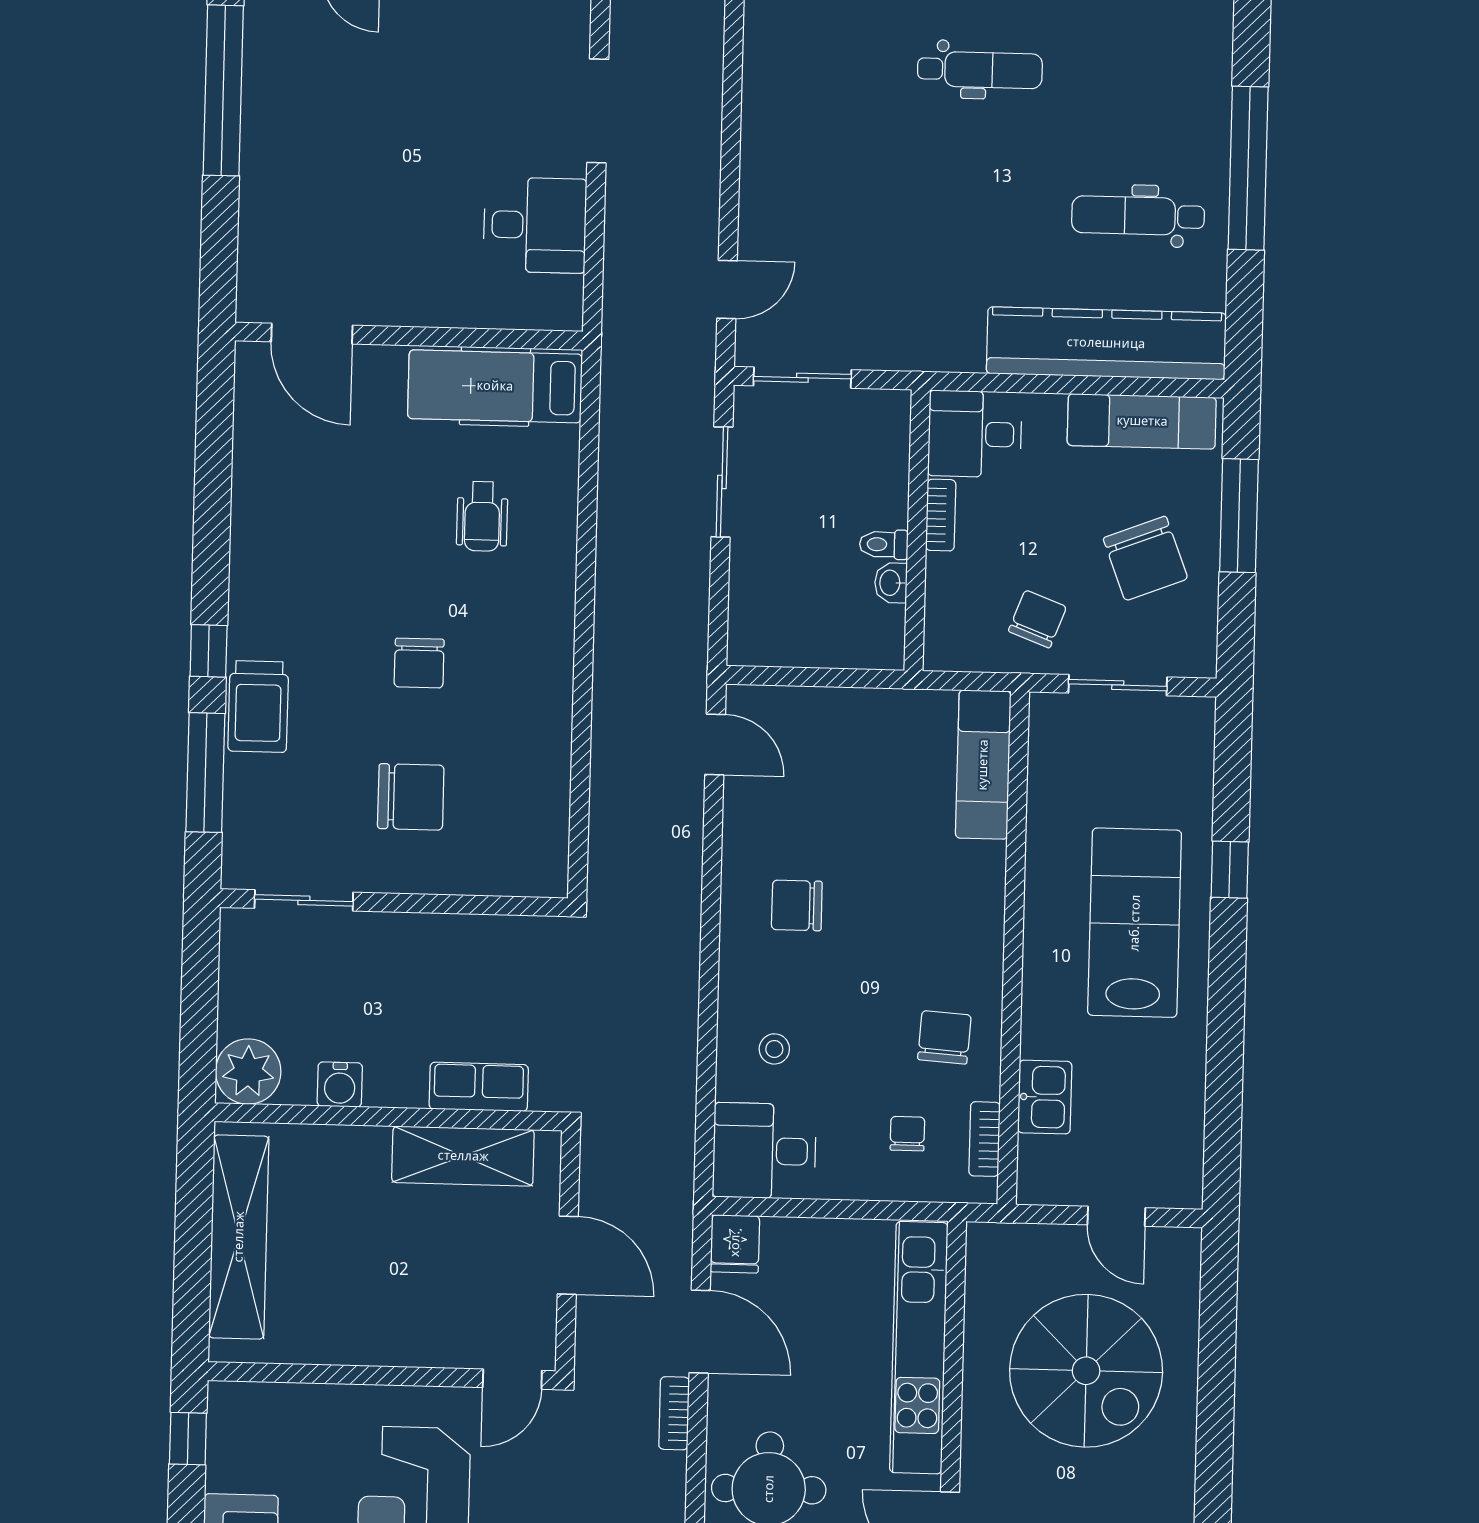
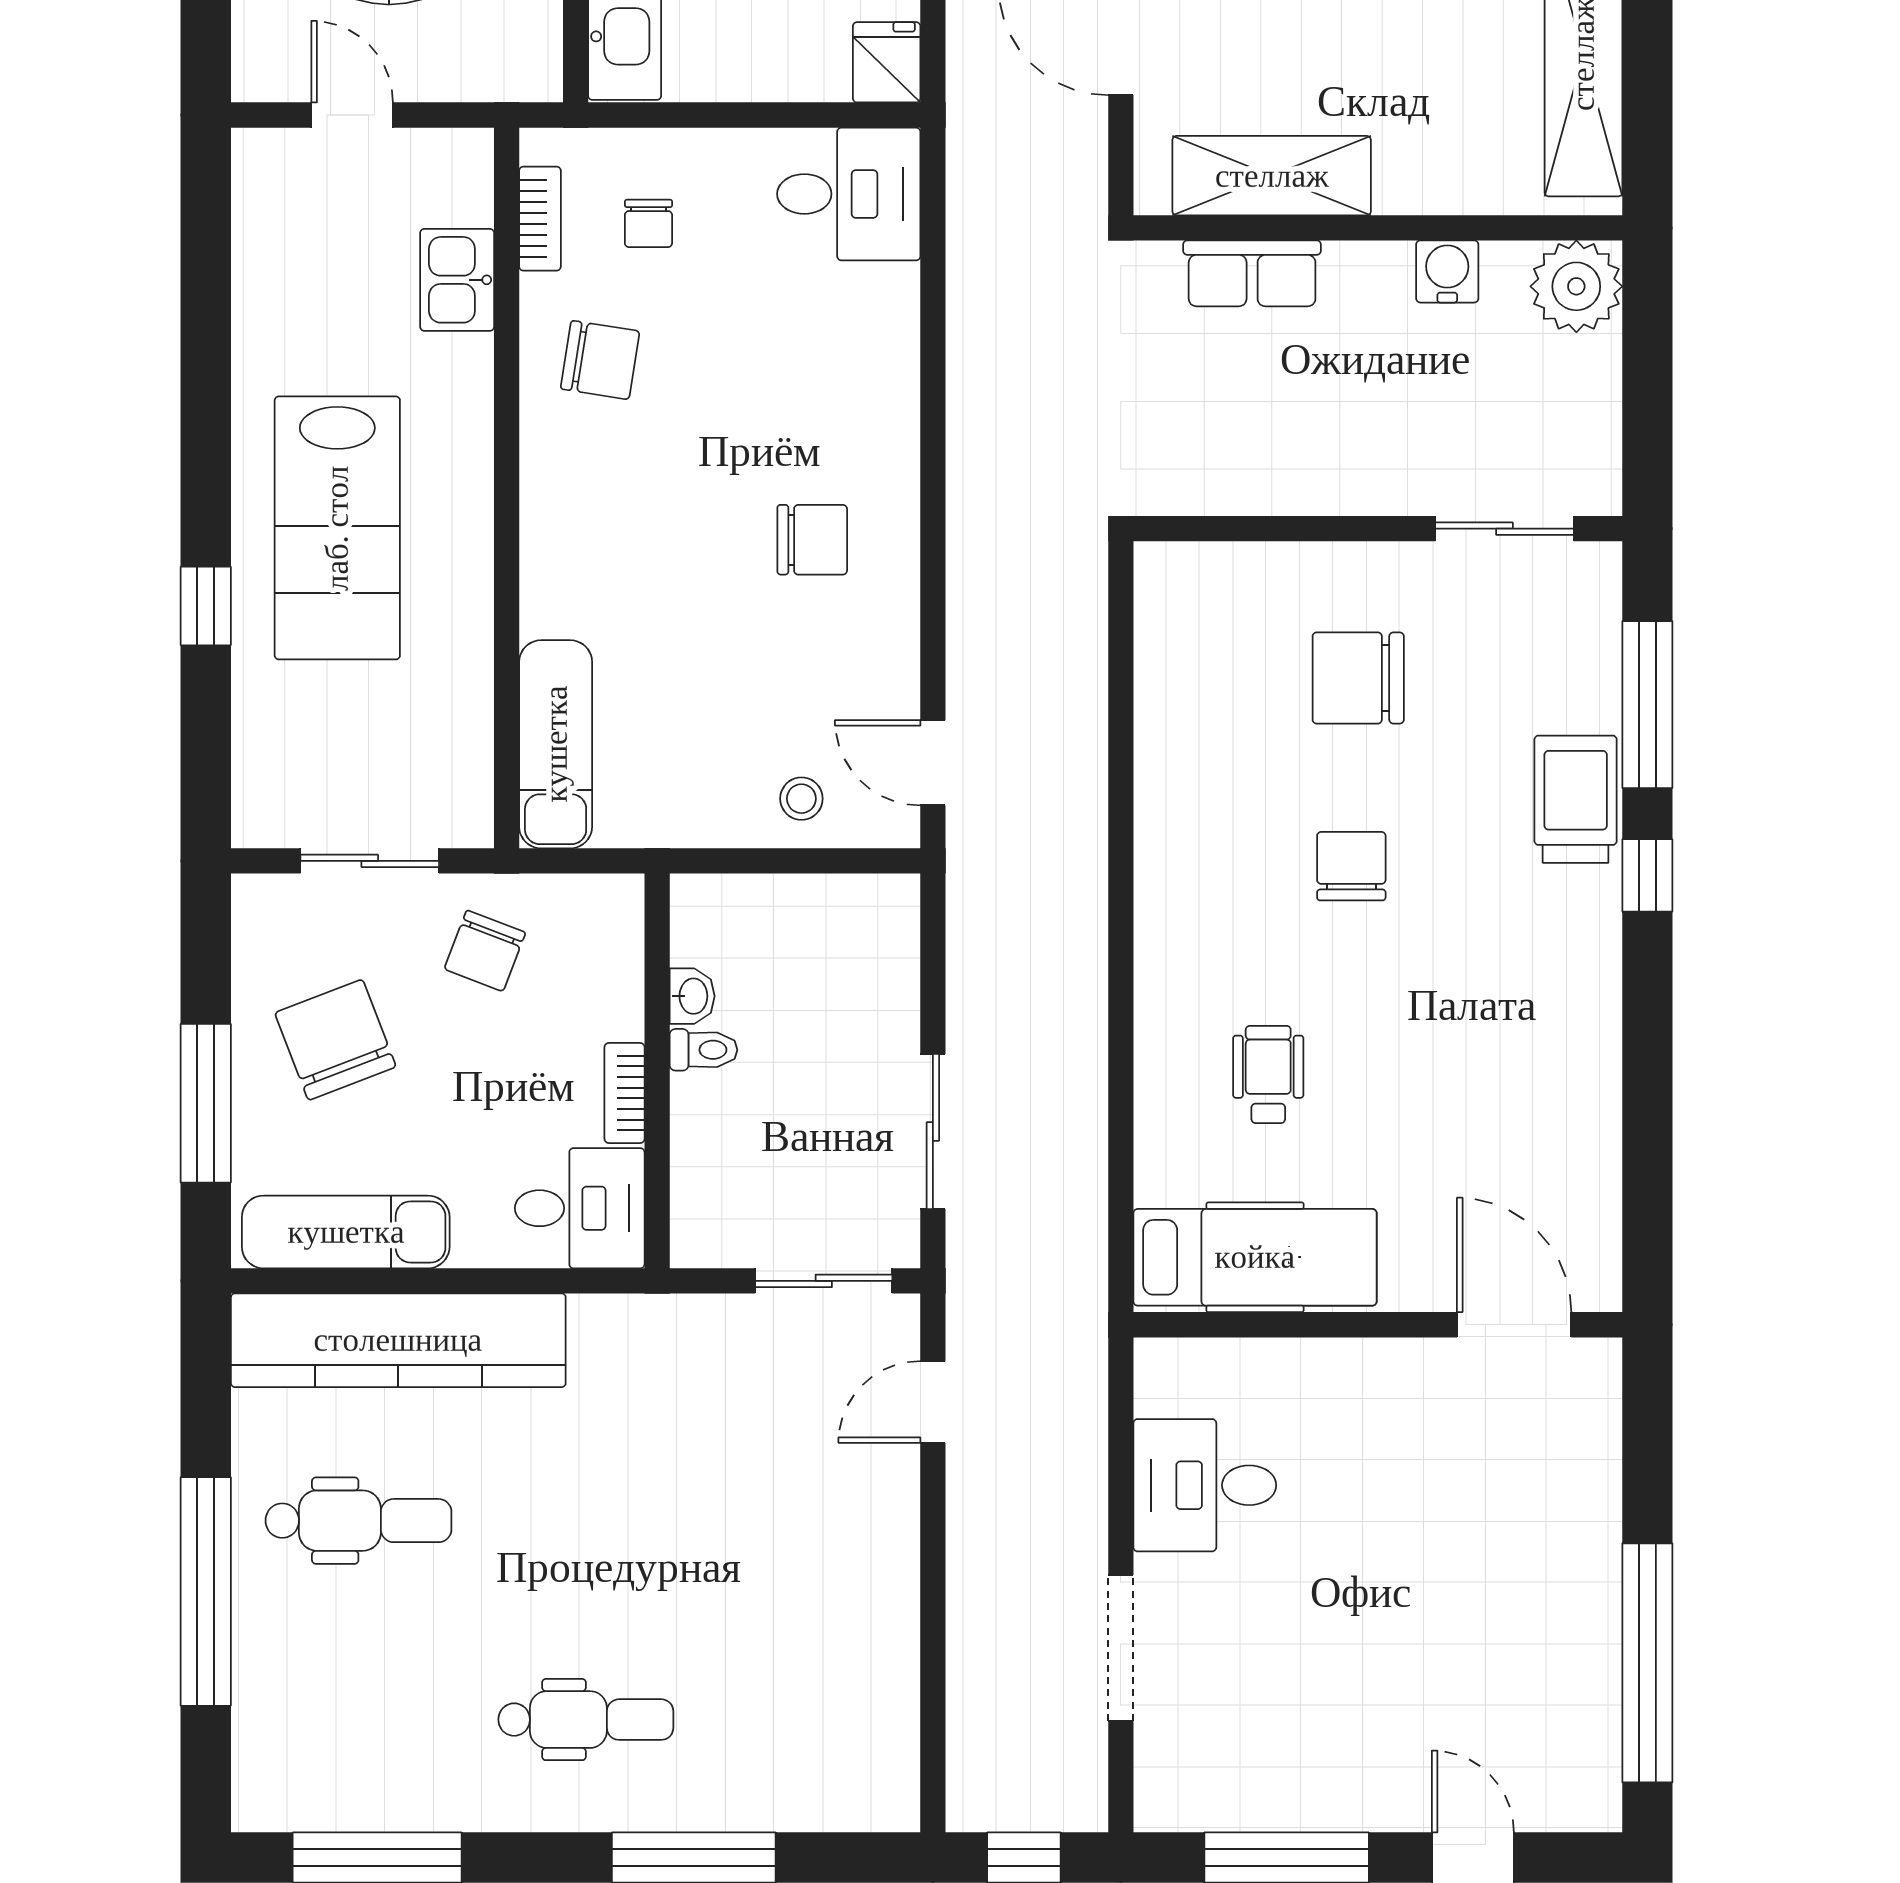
dental chair: (980, 70) -> (586, 1720), turned 180
chair: (944, 1037) -> (600, 360), turned -85
stool: (774, 1049) -> (801, 799), moved

